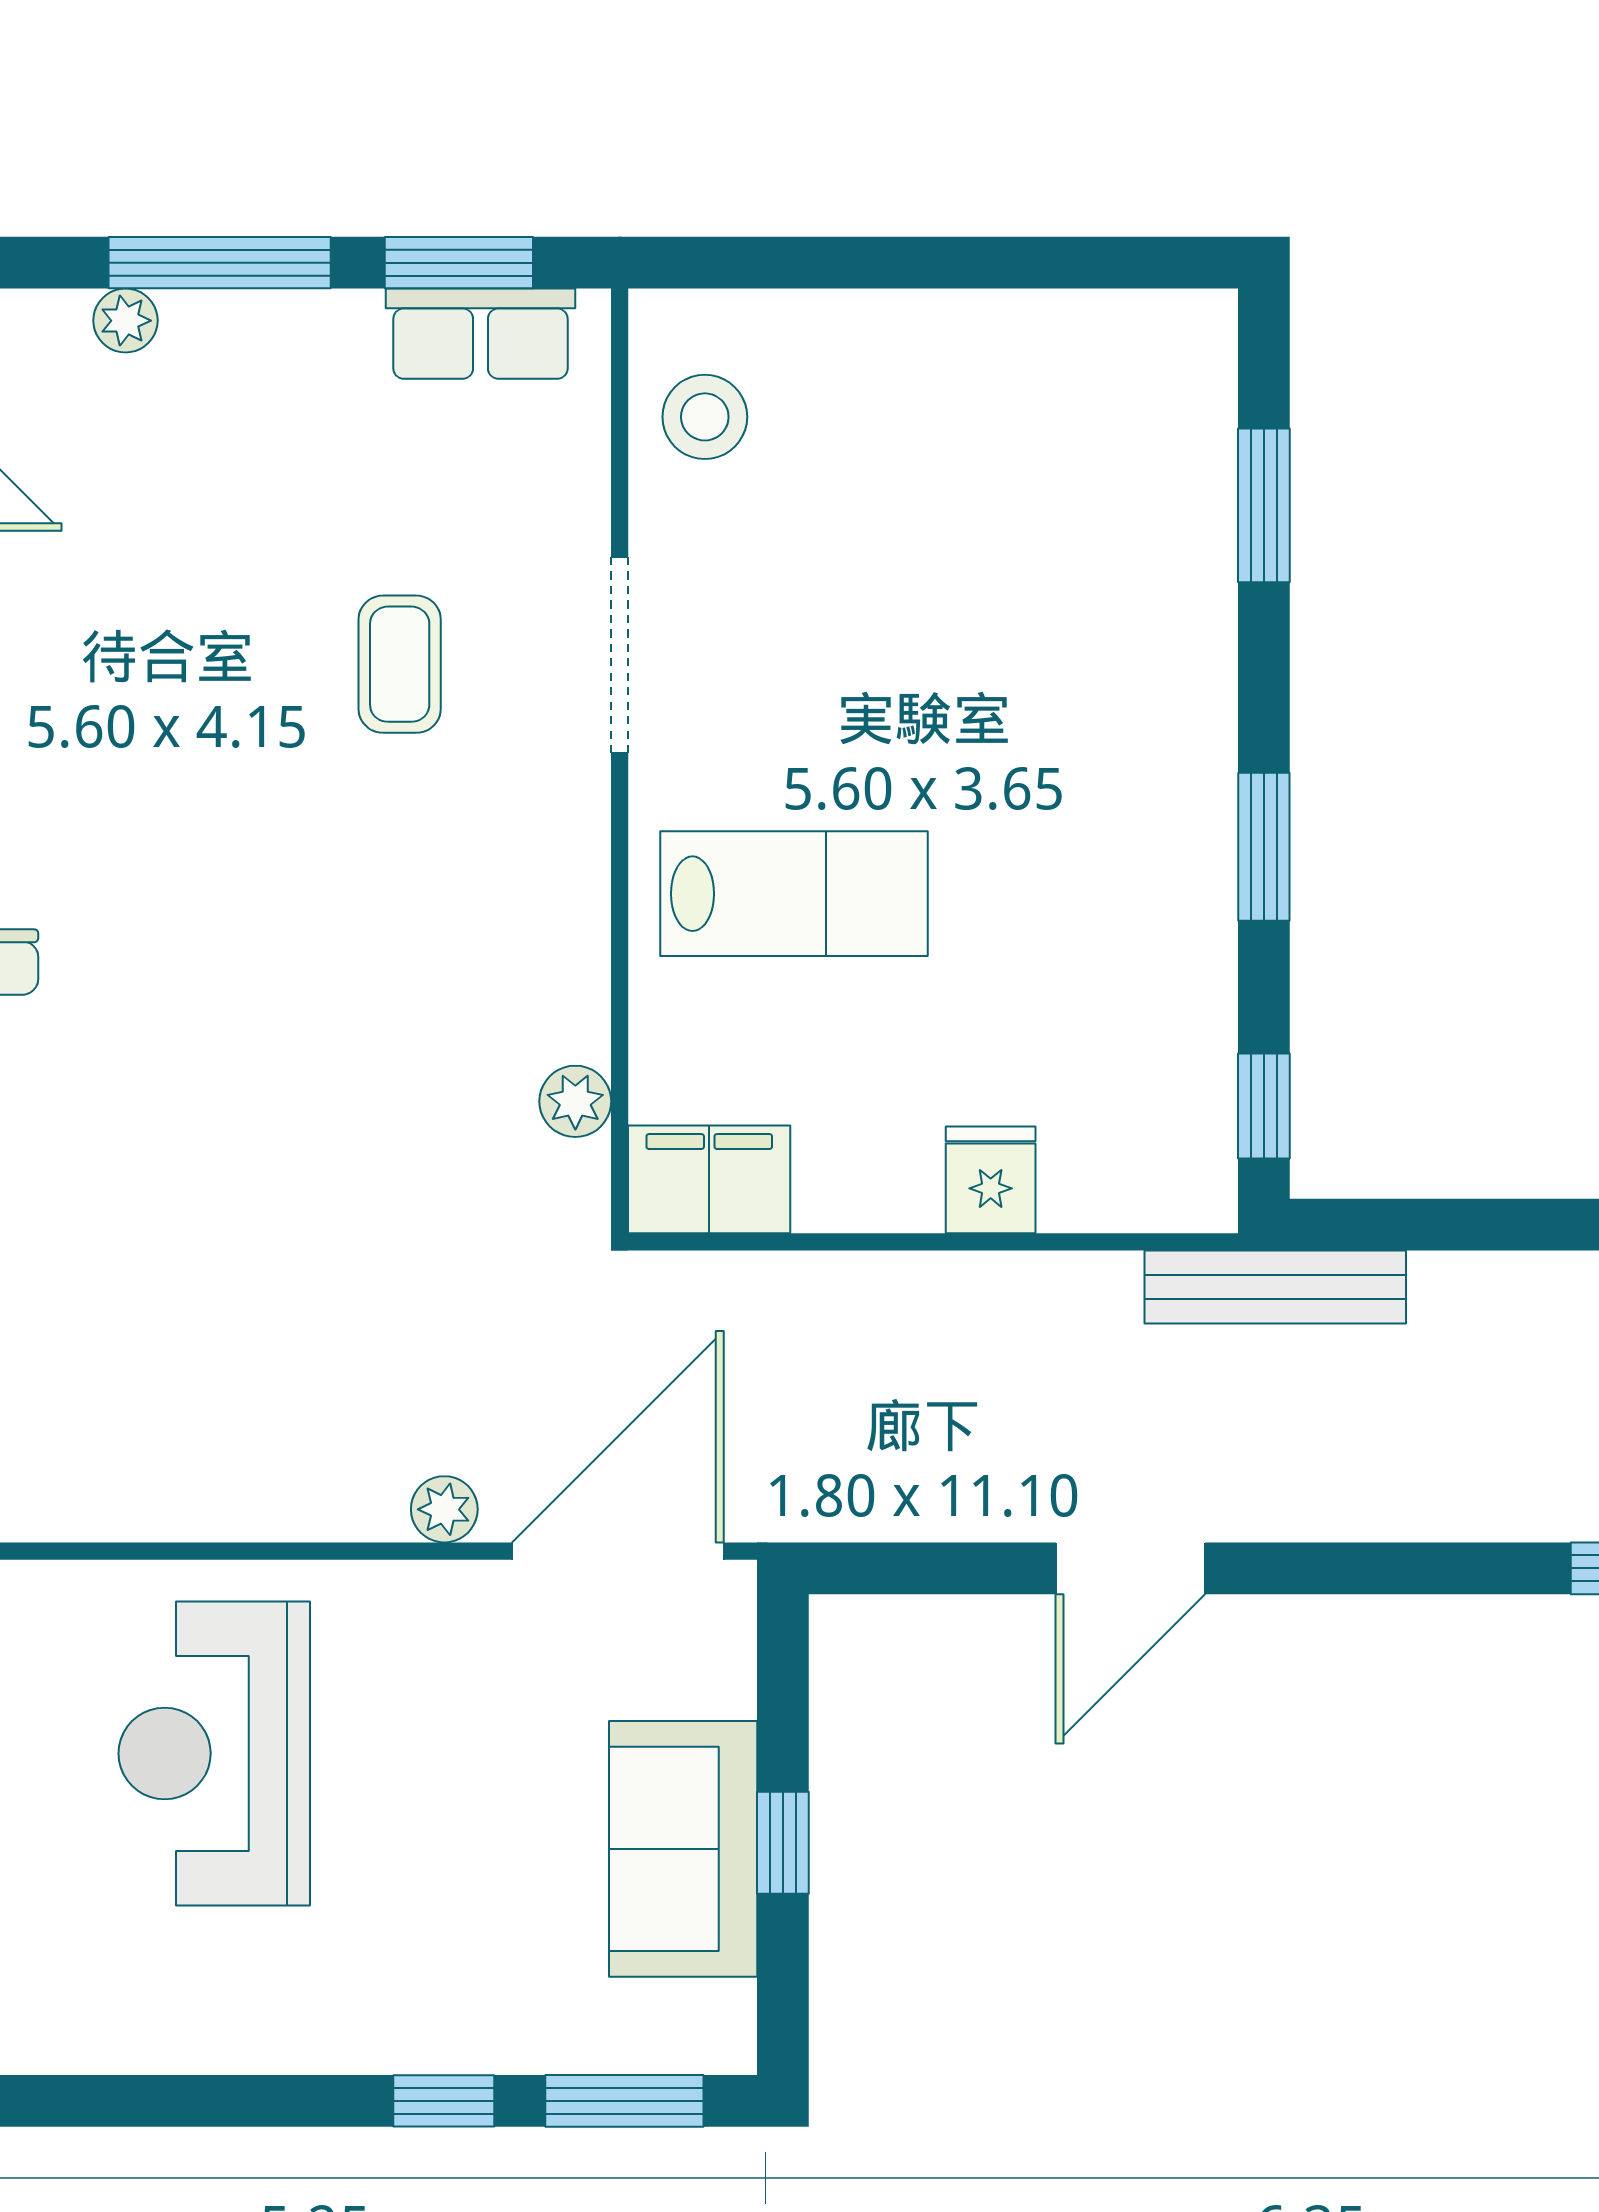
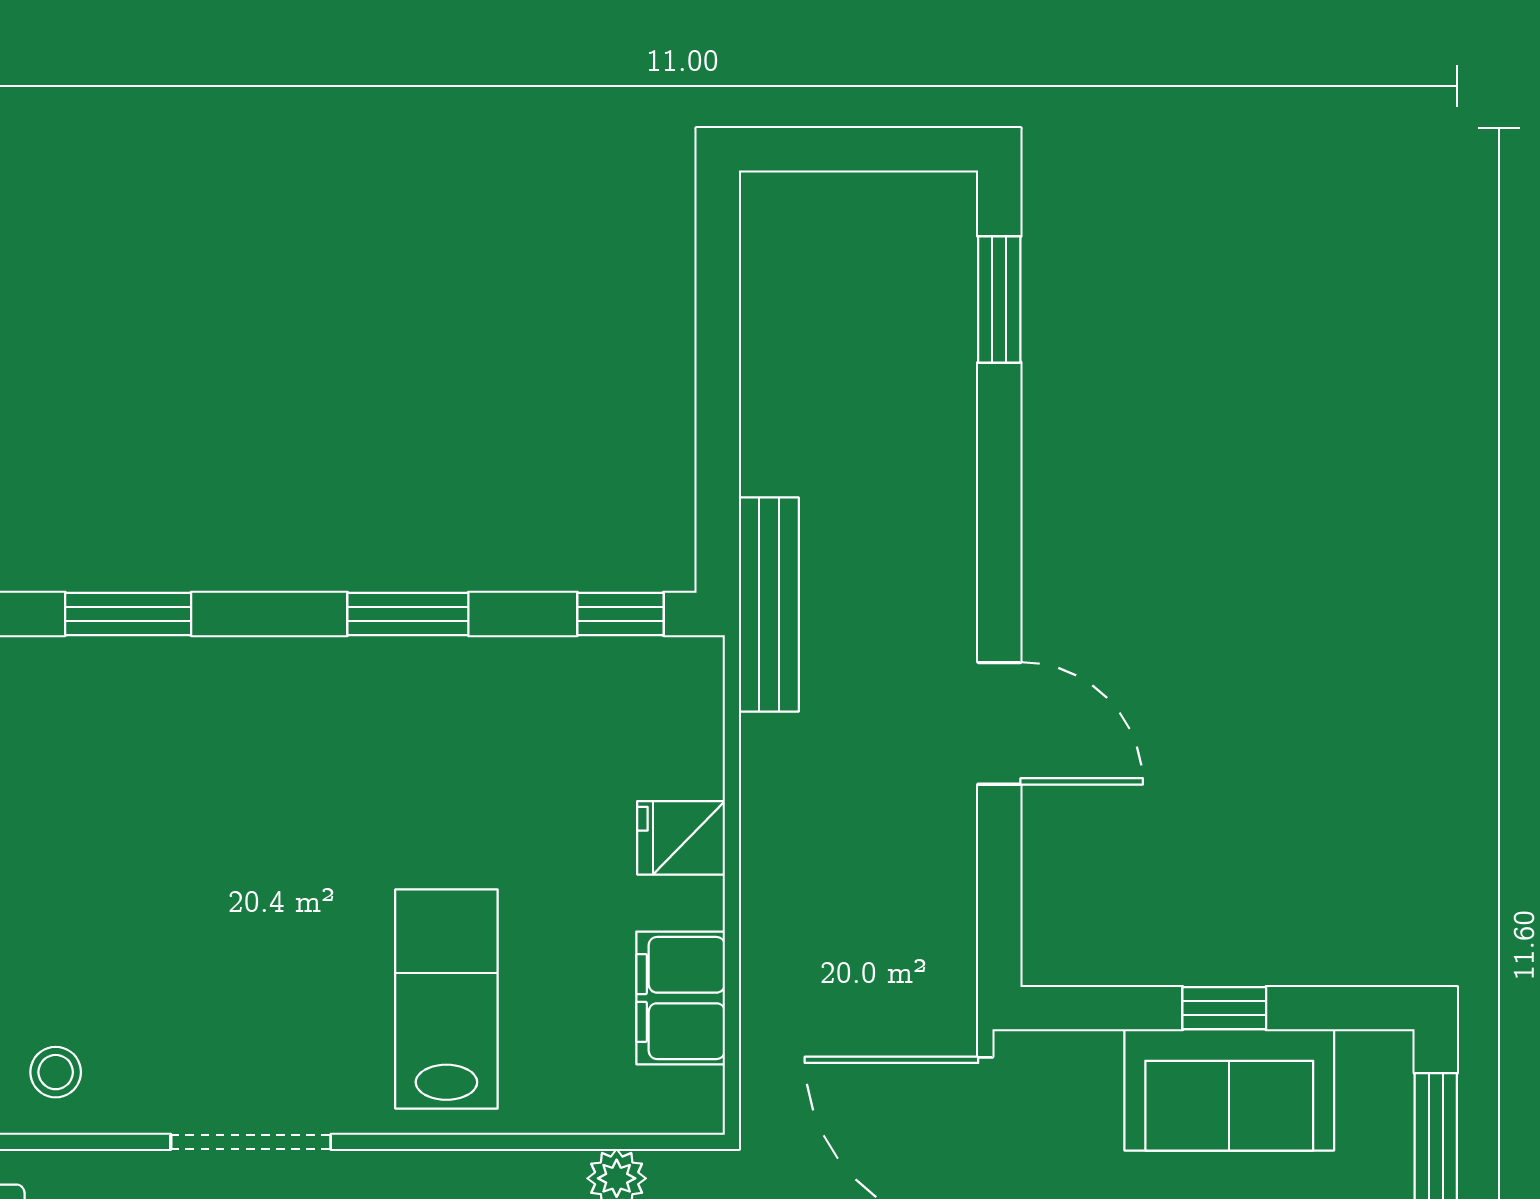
stool: (705, 417) -> (56, 1072), width x0.73, depth x0.73
filing cabinet: (709, 1179) -> (681, 998), moved

